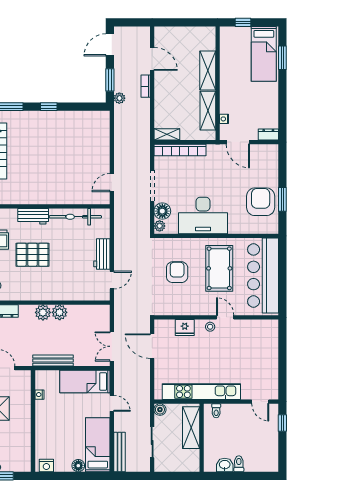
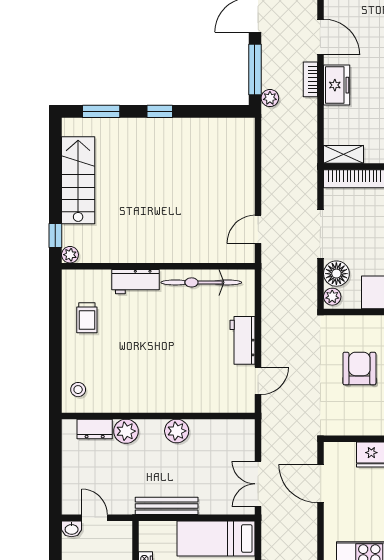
window: (110, 80) -> (255, 70), width x1.44
freezer: (162, 90) -> (337, 85), added
pallet: (32, 255) -> (135, 341), removed
plant: (43, 312) -> (126, 431), moved

